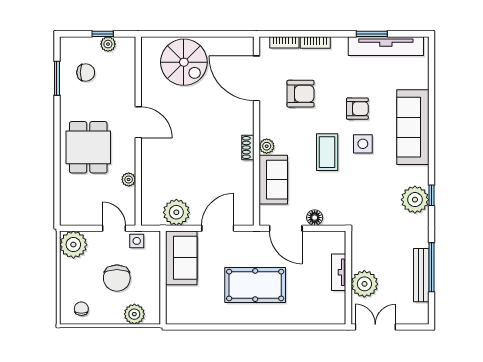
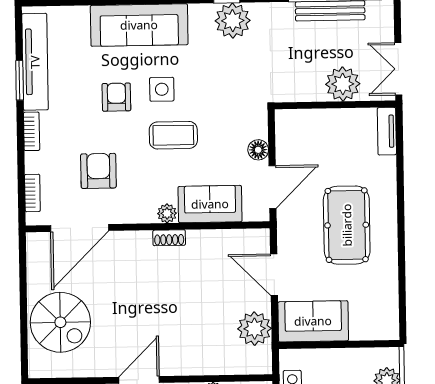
bookcase: (315, 42) -> (32, 131), moved
spiral stairs: (184, 62) -> (60, 322), turned 90
tv unit: (339, 272) -> (387, 131), moved, turned 90

